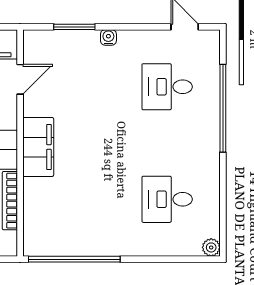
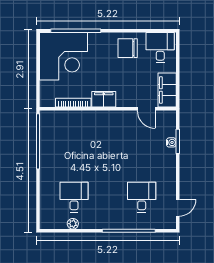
water cooler: (108, 37) -> (171, 142), moved
filing cabinet: (38, 147) -> (105, 120), removed
plant: (211, 247) -> (73, 224), moved

